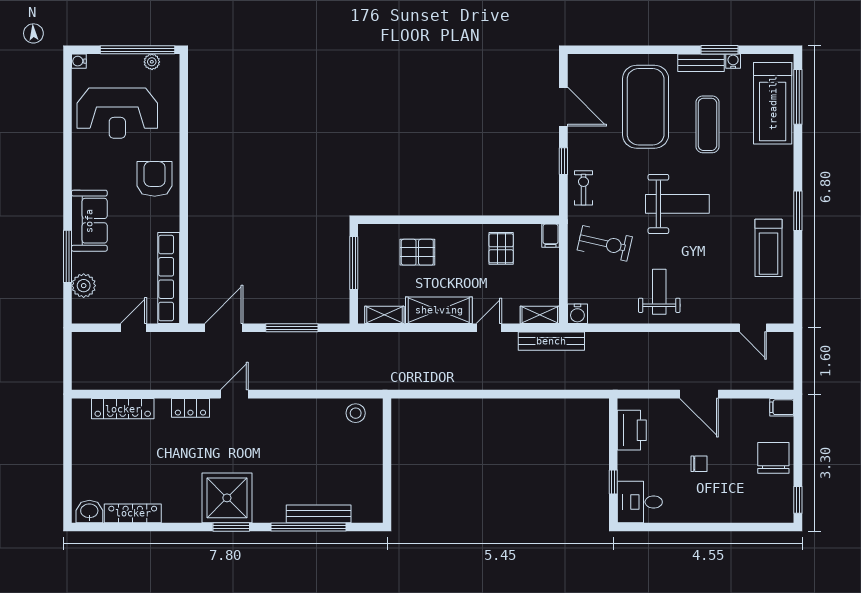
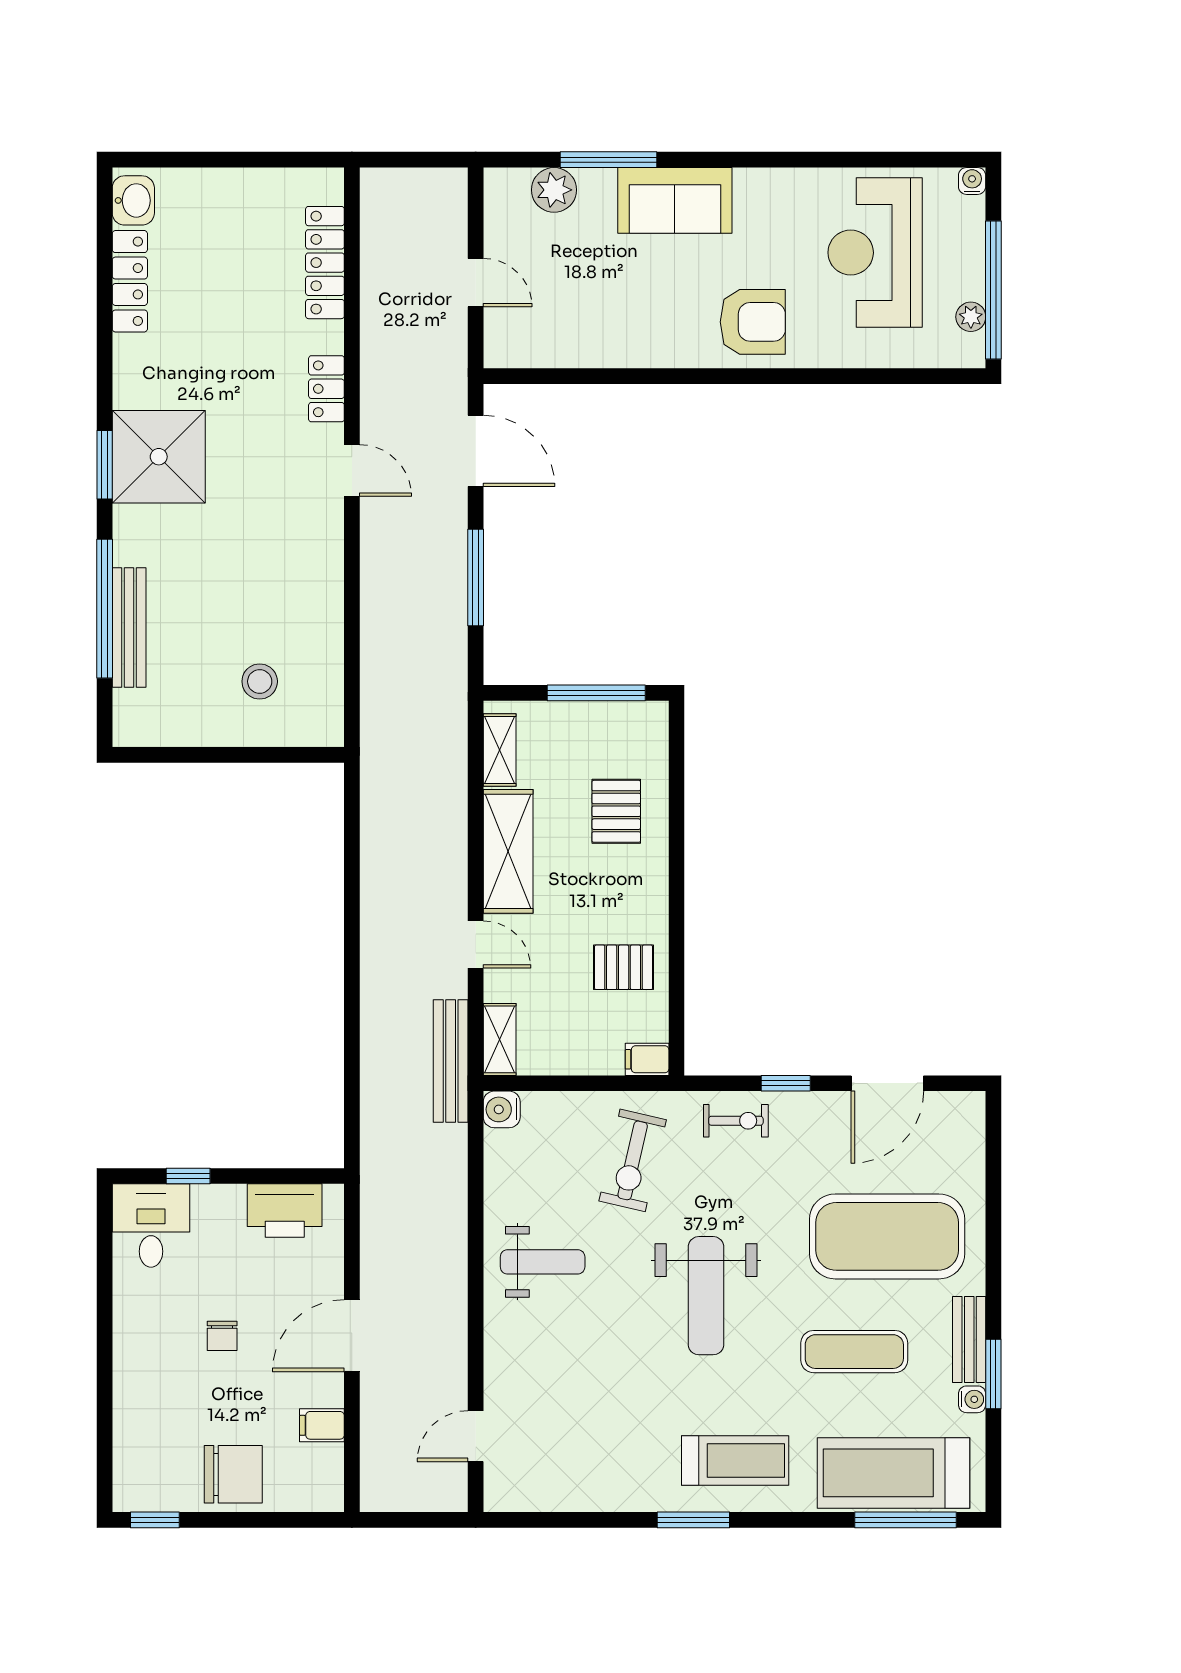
treadmill: (769, 248) -> (735, 1460), moved, turned 180
row of seats: (169, 278) -> (568, 348), removed
filing cabinet: (782, 407) -> (322, 1425), moved, turned -90
stool: (356, 413) -> (260, 681), moved

